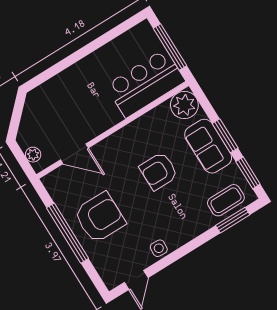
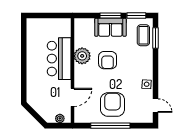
window: (170, 47) -> (48, 15), removed
bar counter: (146, 83) -> (59, 59), moved
plant: (184, 105) -> (82, 56), moved

